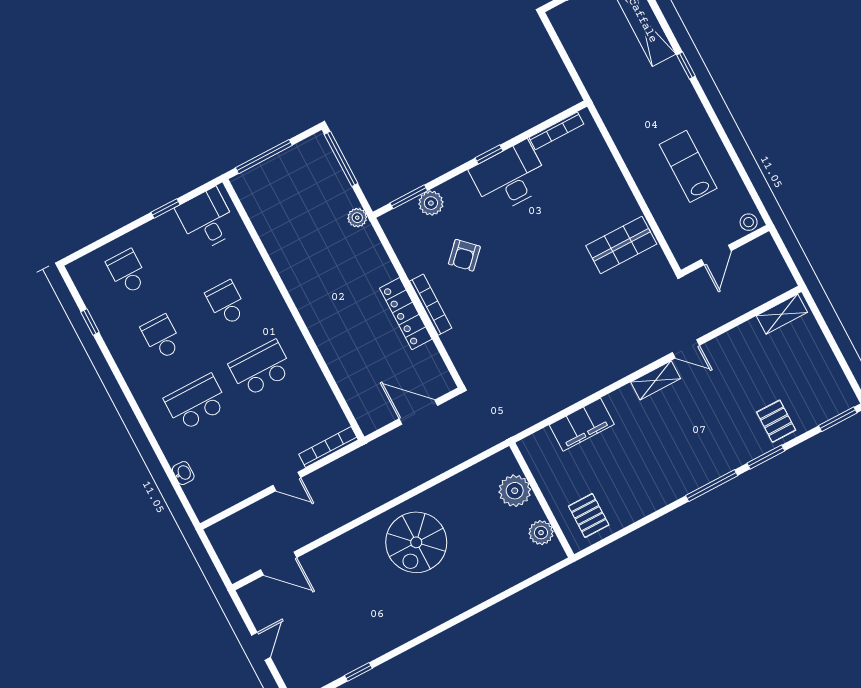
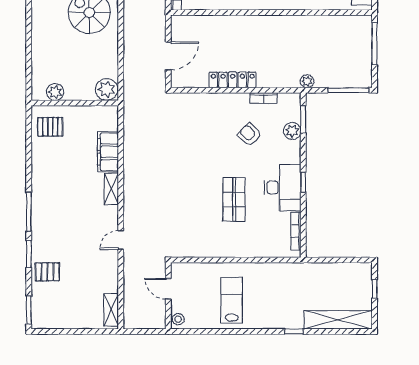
lab bench: (688, 166) -> (232, 300), turned -90
shop shelf: (621, 245) -> (234, 199), moved
bookcase: (431, 305) -> (263, 98), moved, width x0.64
shelving: (656, 380) -> (111, 189), moved
plant: (515, 491) -> (107, 89), moved

